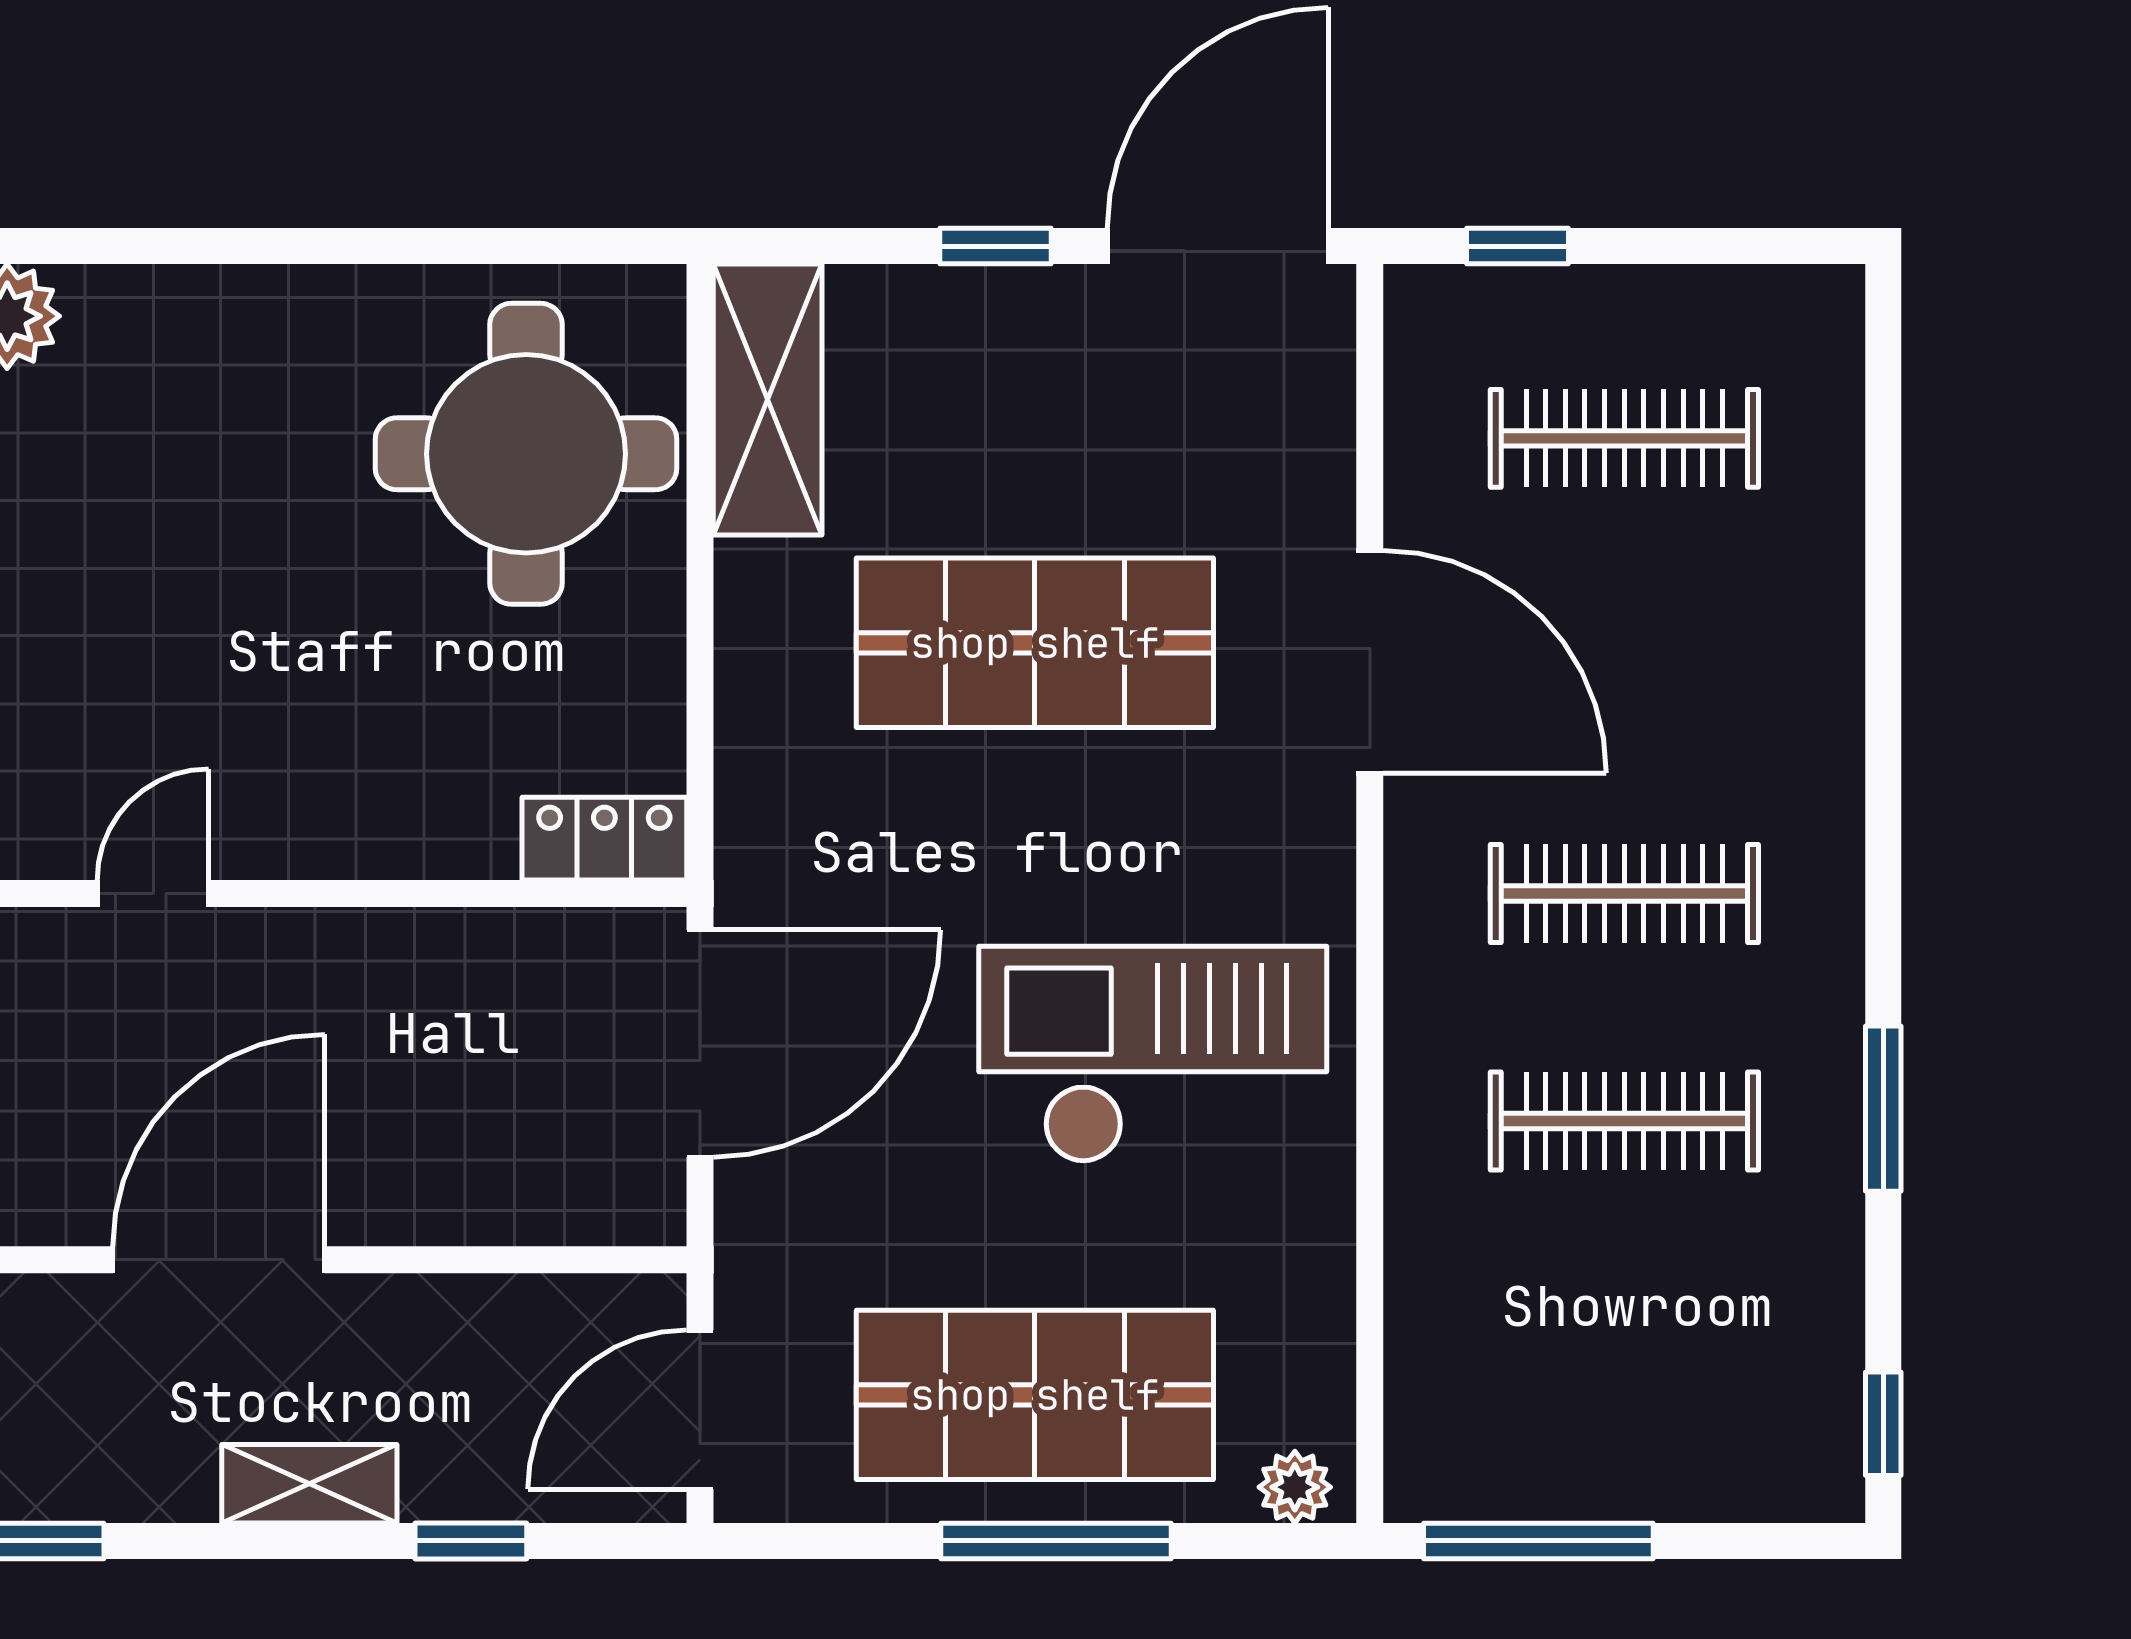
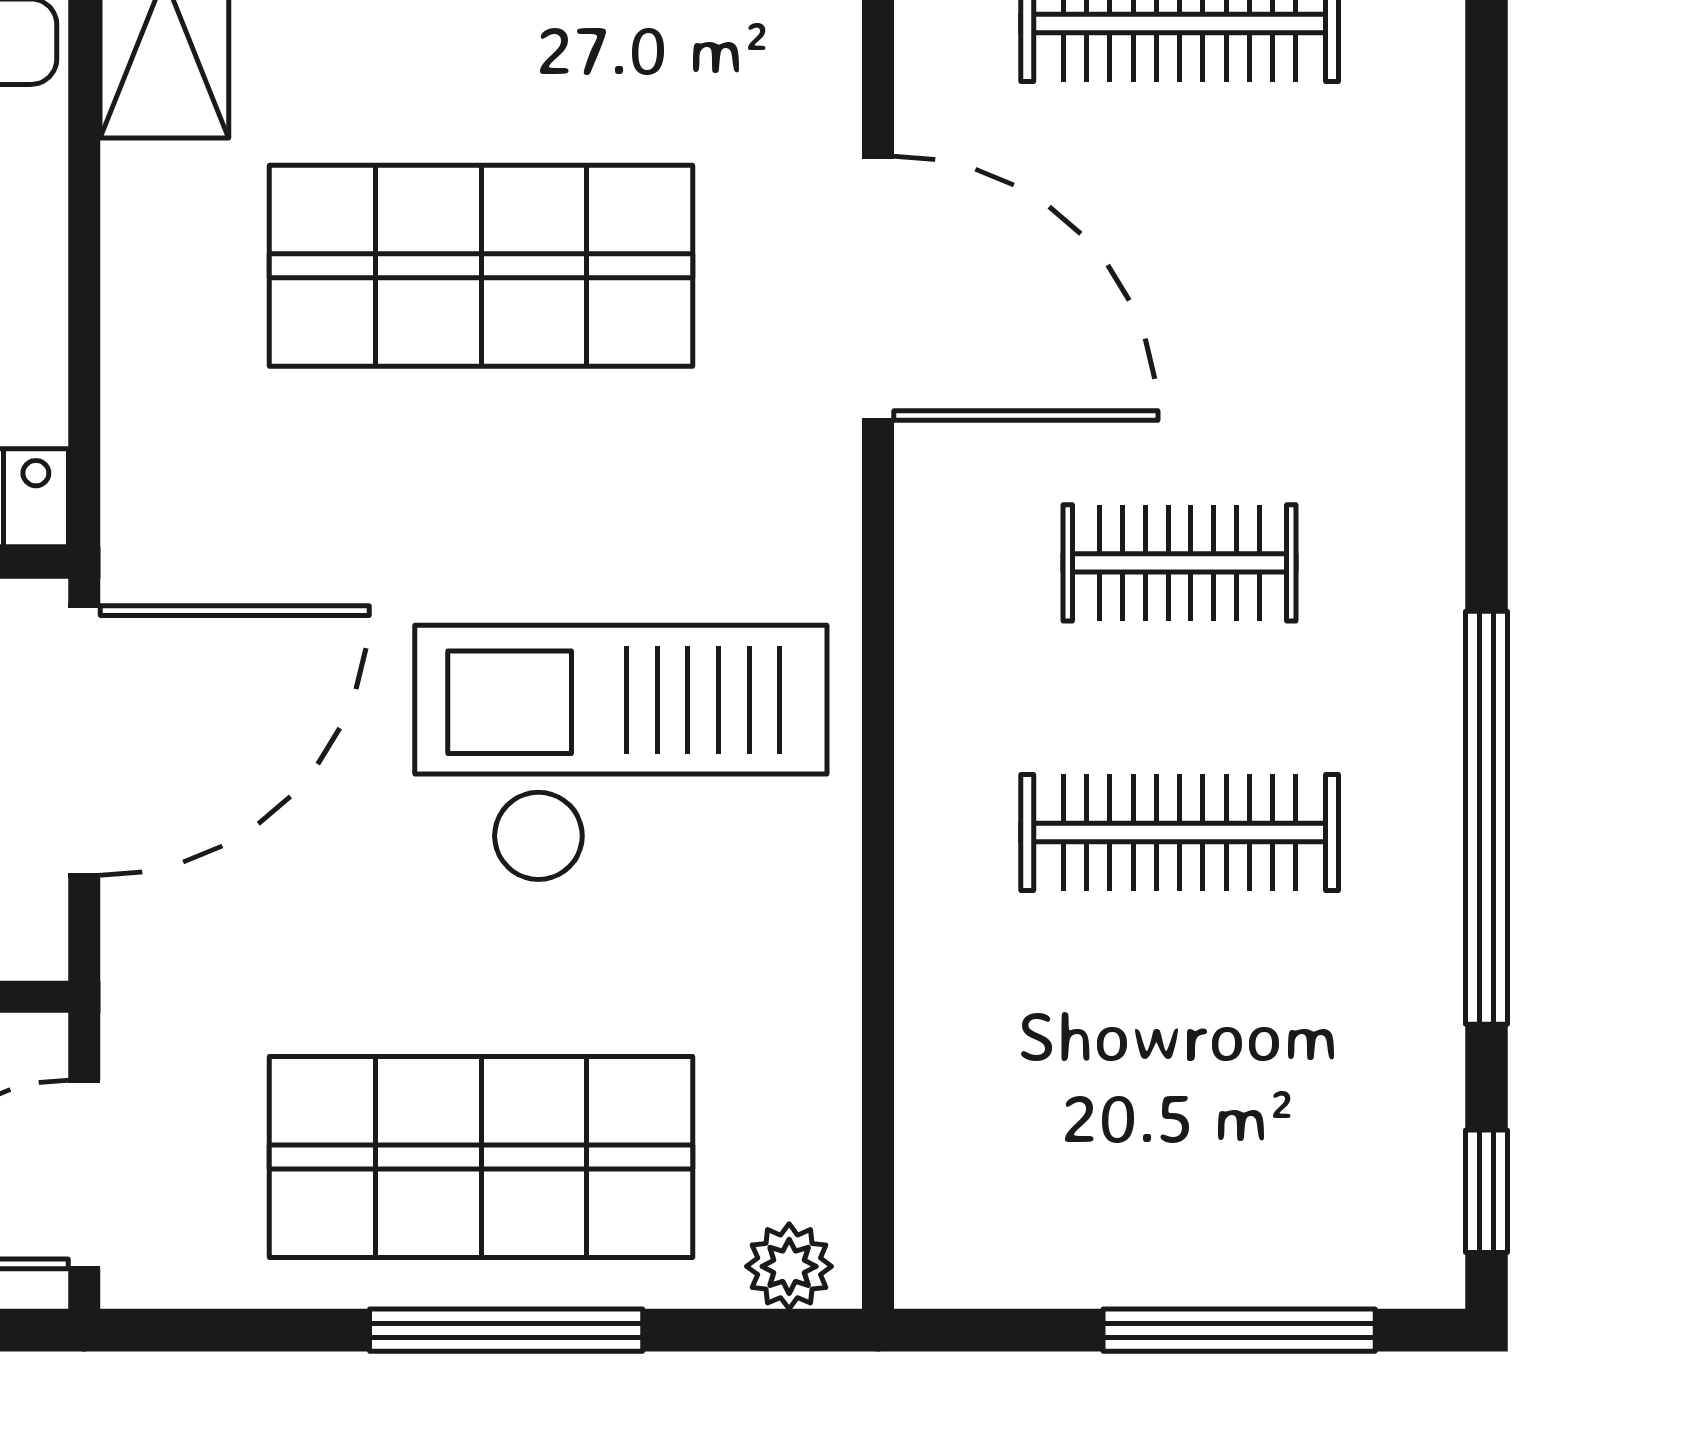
clothes rail: (1624, 894) -> (1180, 563), width x0.73
window: (1883, 1109) -> (1486, 818), width x2.11
window: (1538, 1541) -> (1239, 1330), moved

